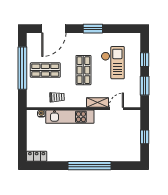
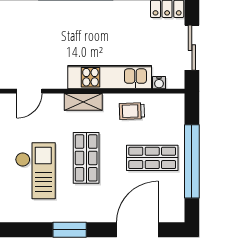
checkout: (113, 63) -> (35, 171), turned 180
shelving: (98, 103) -> (83, 102), moved
sliding door: (22, 134) -> (192, 48), added

